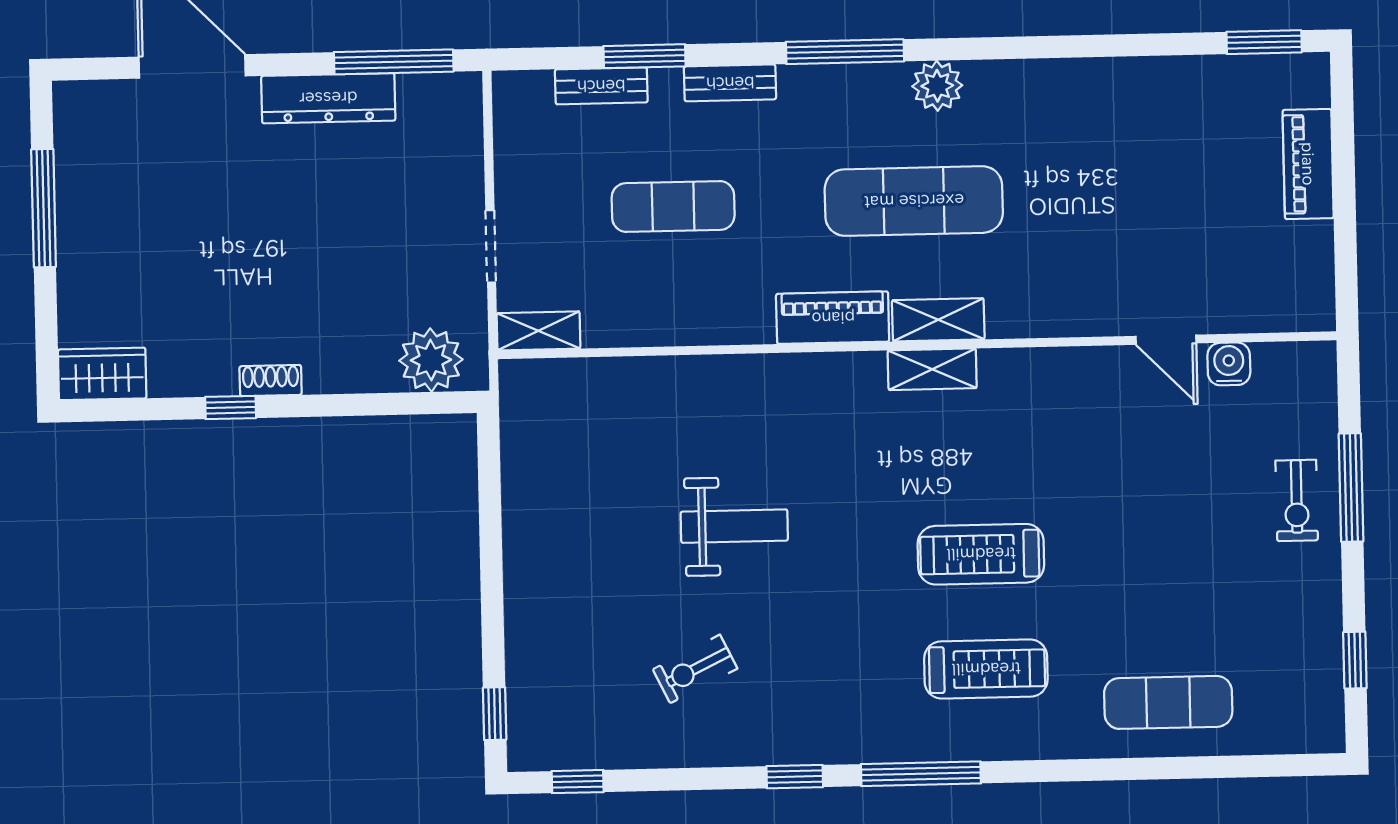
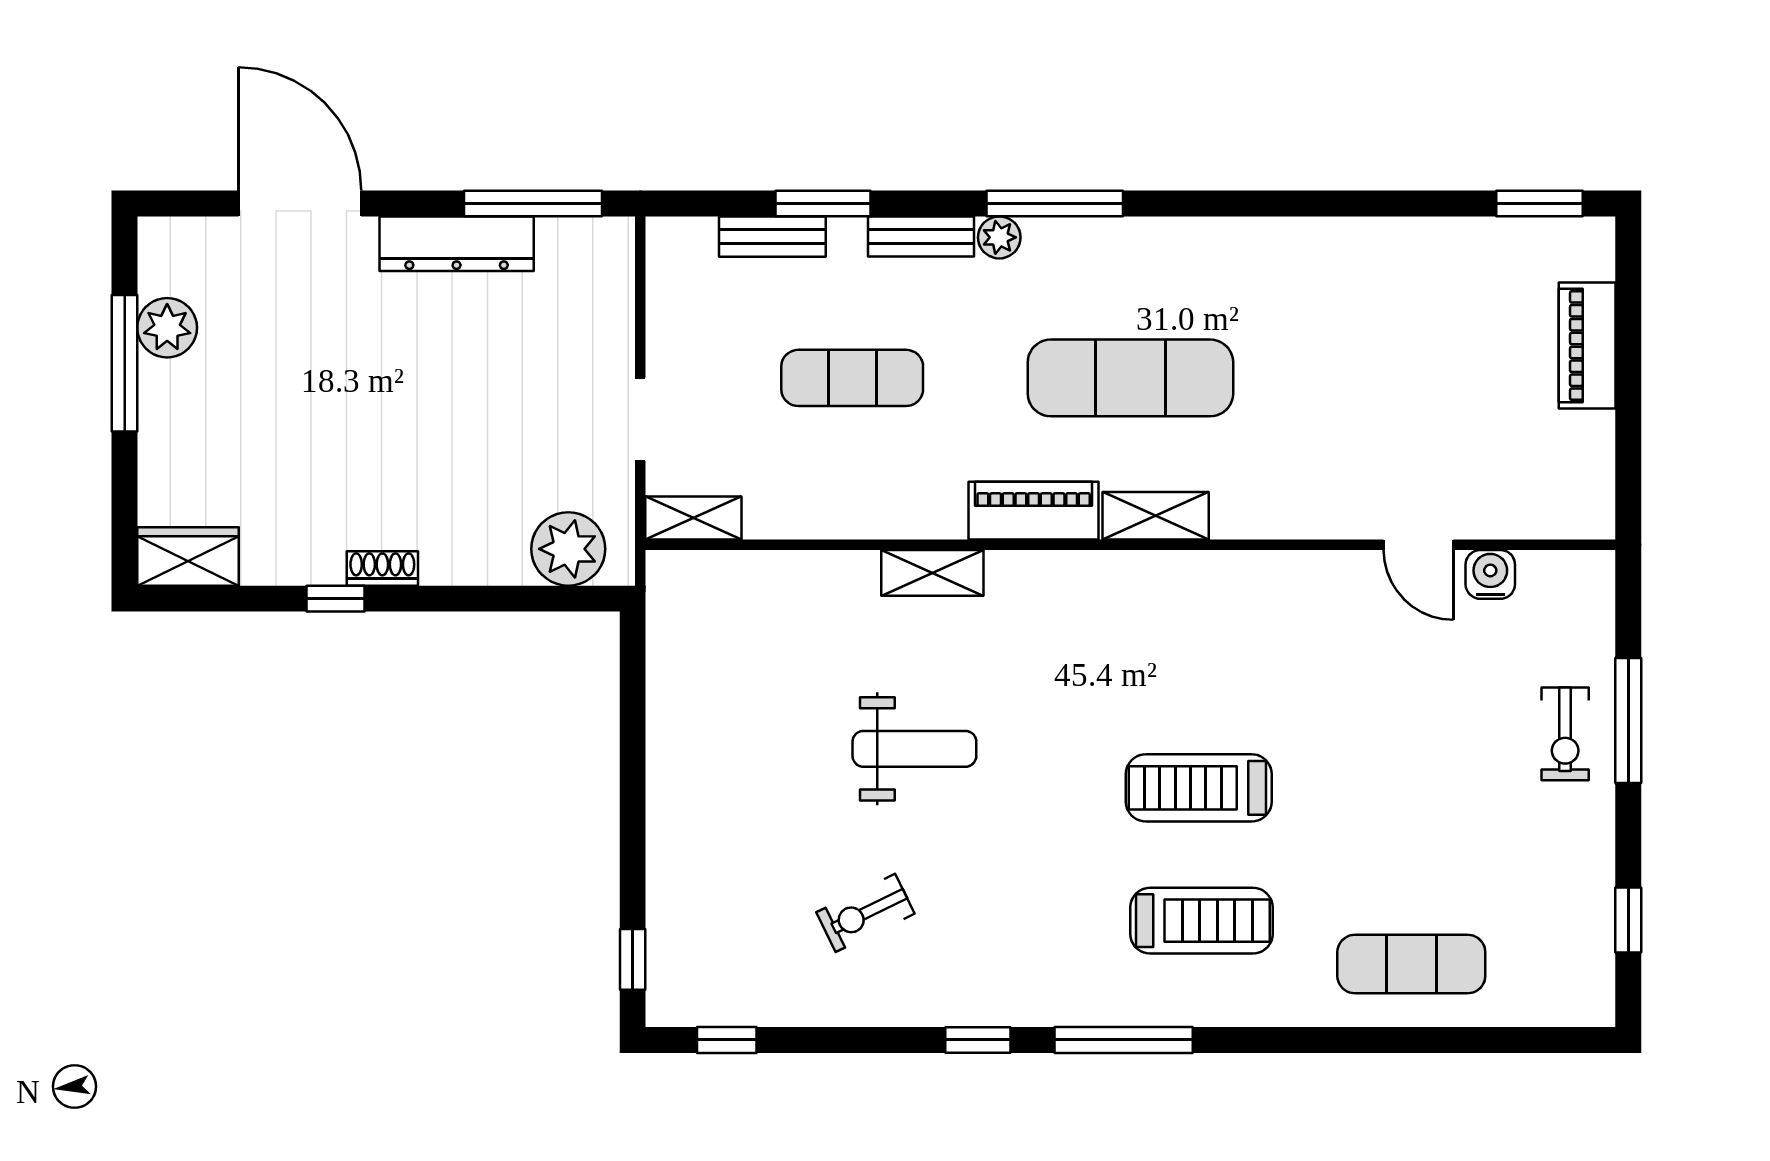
plant: (937, 86) -> (999, 237), moved, width x0.73, depth x0.73
plant: (80, 177) -> (167, 328), added
shelving: (932, 369) -> (932, 573), moved

